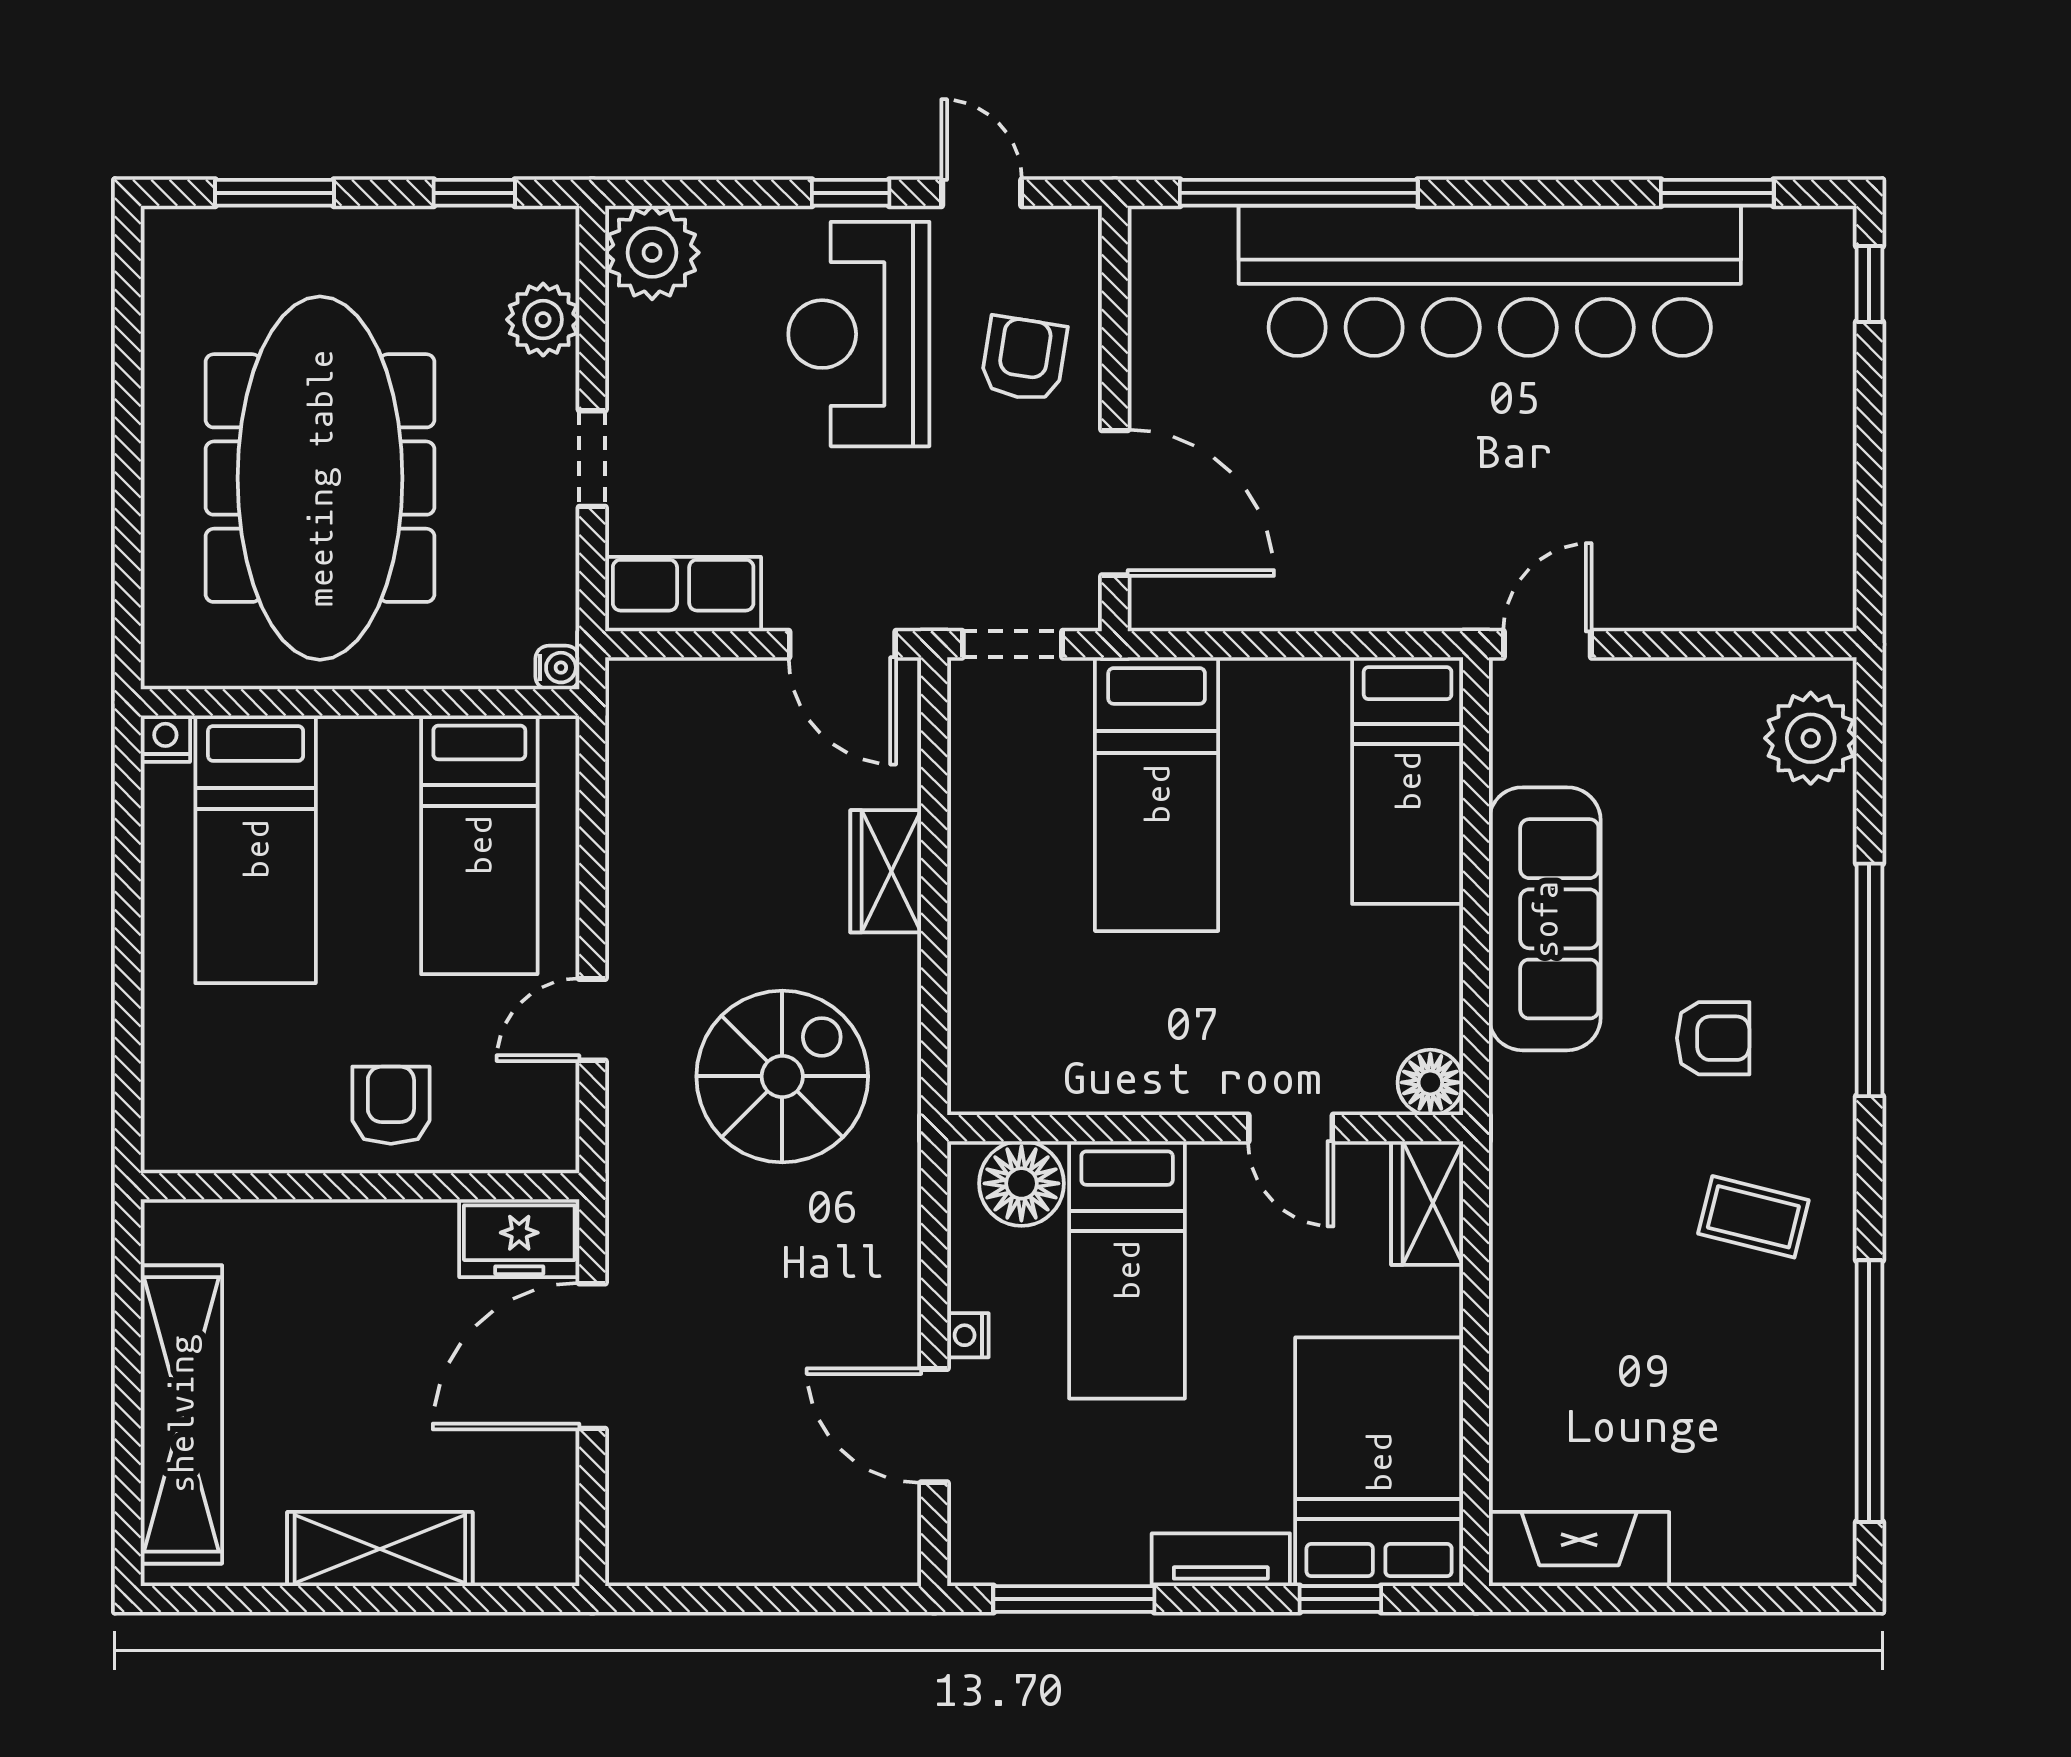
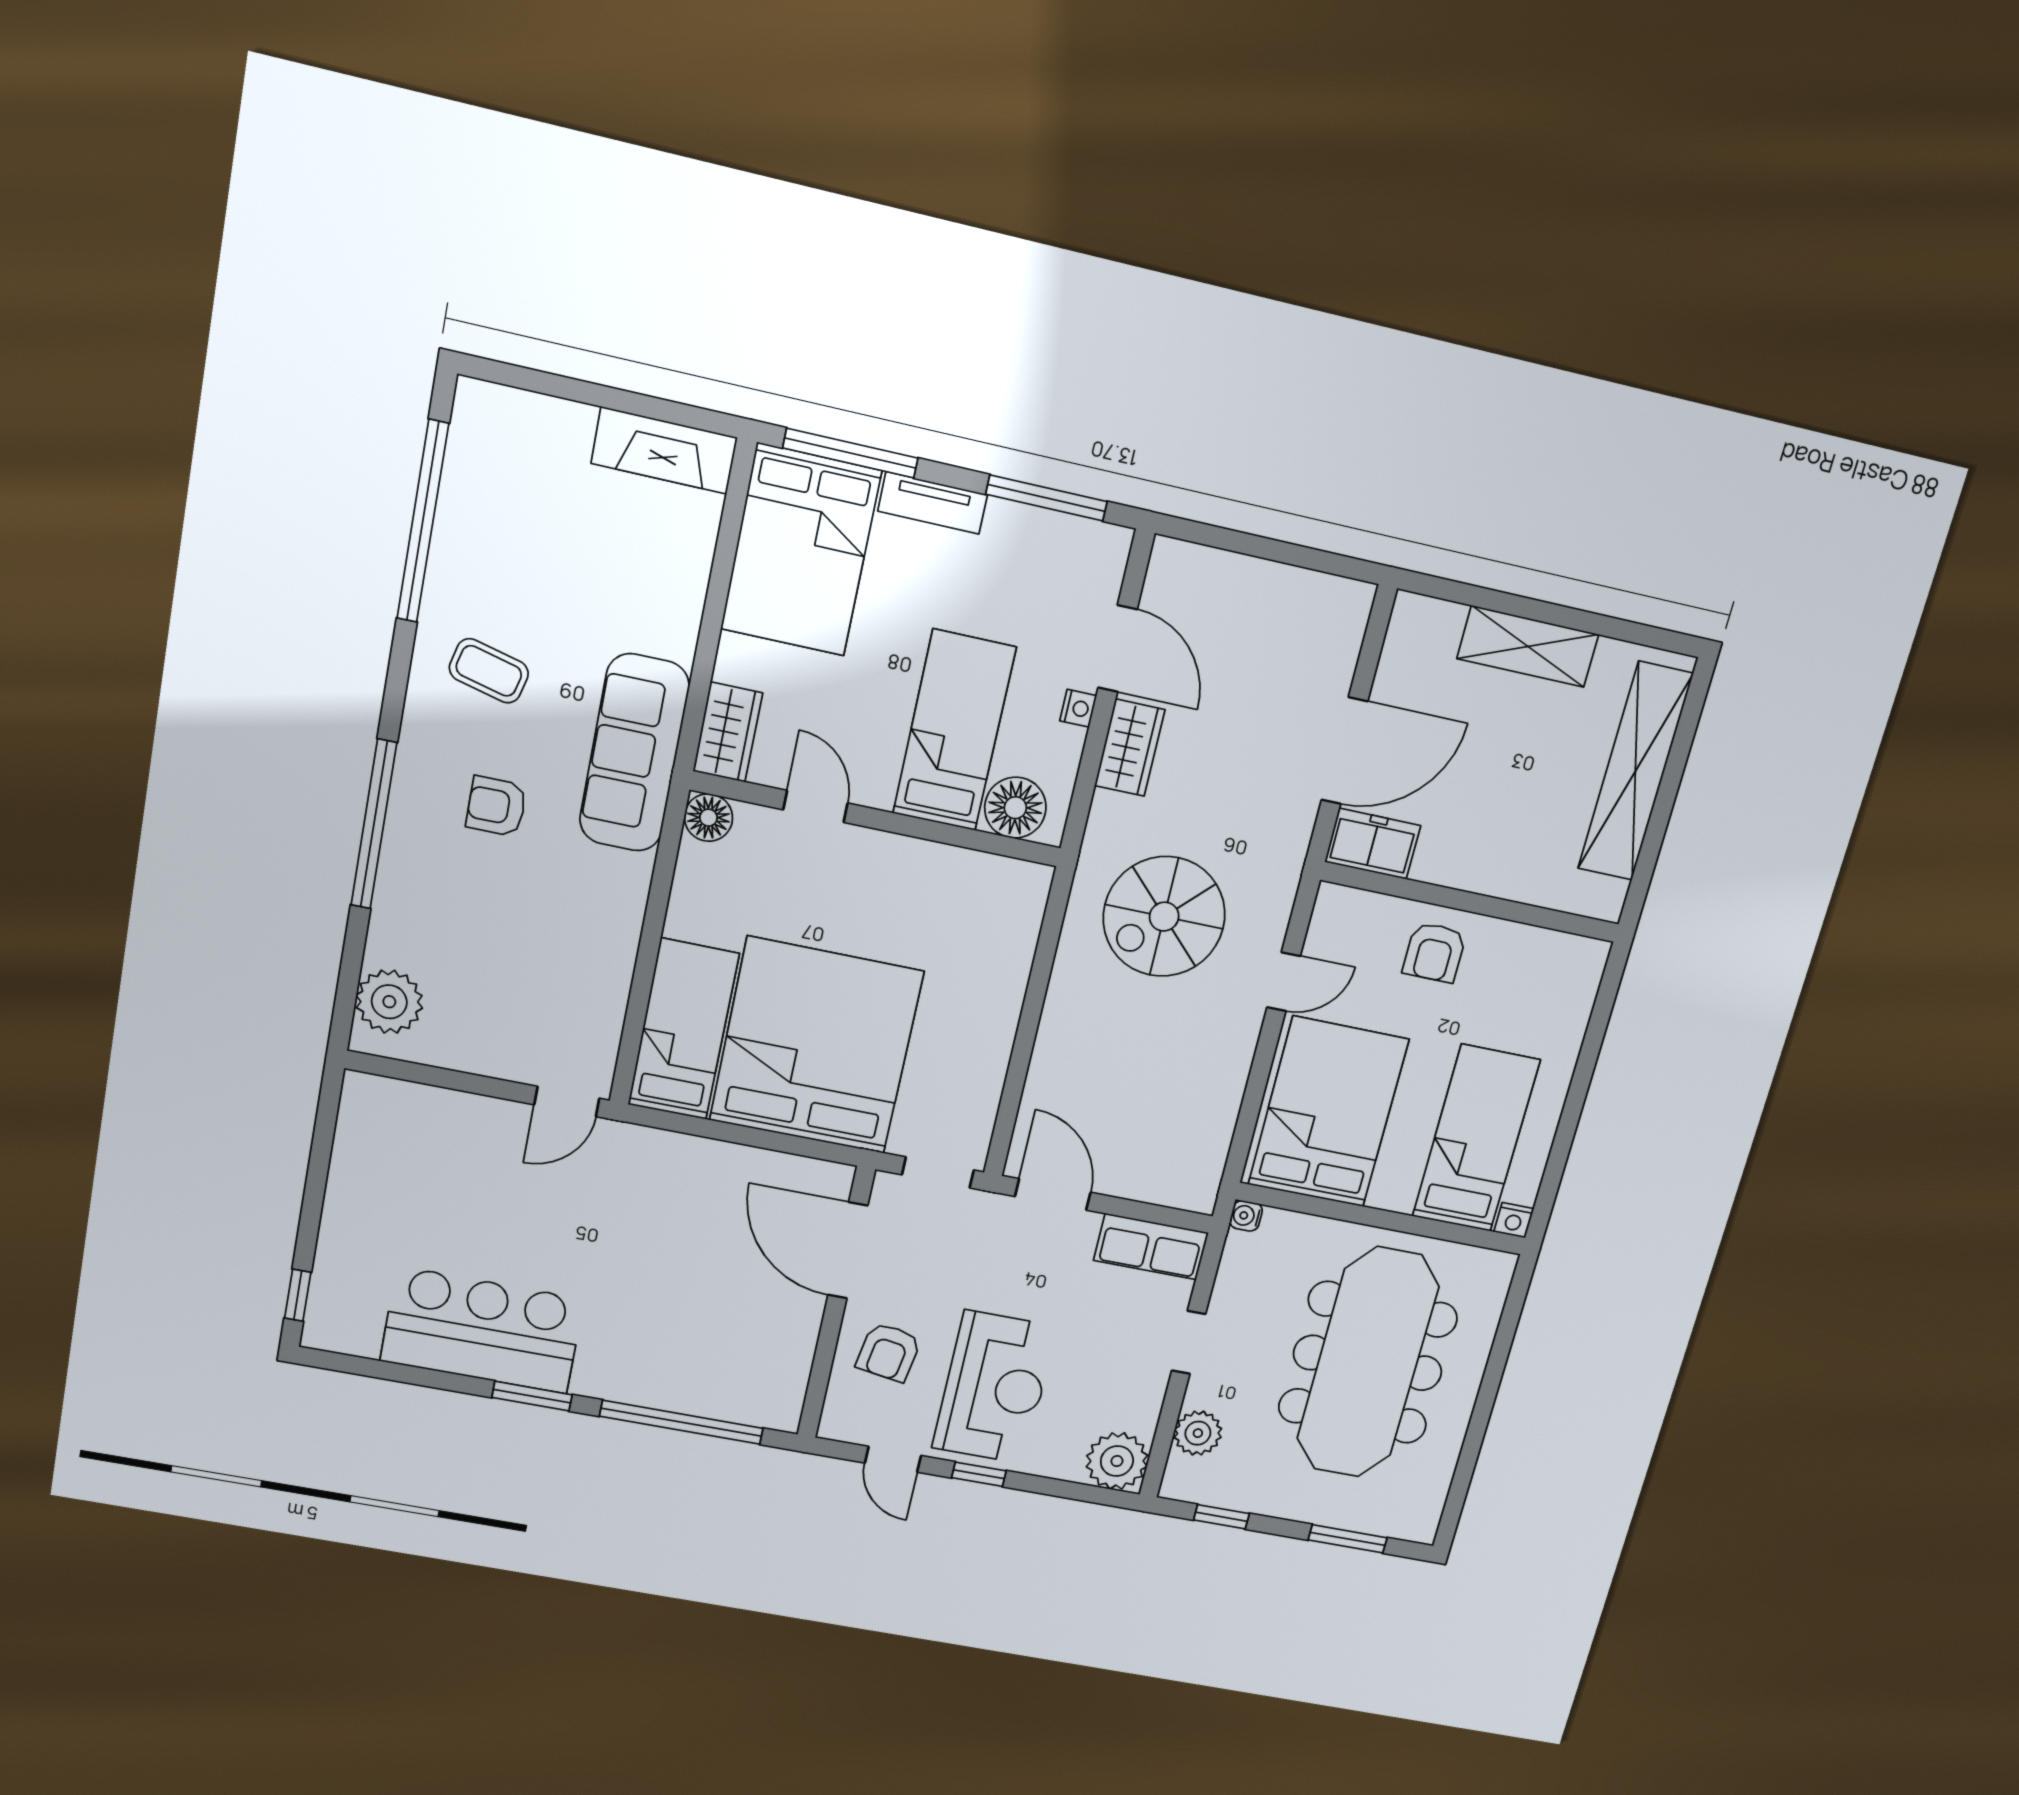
window: (1717, 193) -> (532, 1396), moved
bar counter: (1490, 281) -> (482, 1330), width x0.54
bed: (1157, 794) -> (816, 1046), width x2.04
bed: (479, 845) -> (1328, 1112), width x1.50
wardrobe: (886, 871) -> (1130, 748), moved
sofa: (1545, 919) -> (634, 753), moved
window: (1340, 1599) -> (850, 453), width x2.17

